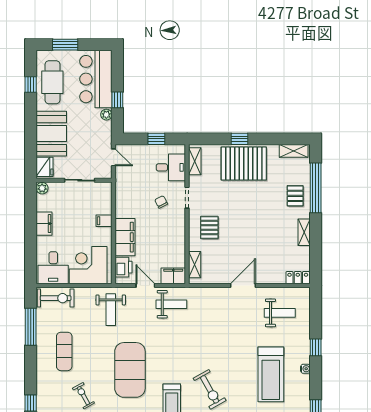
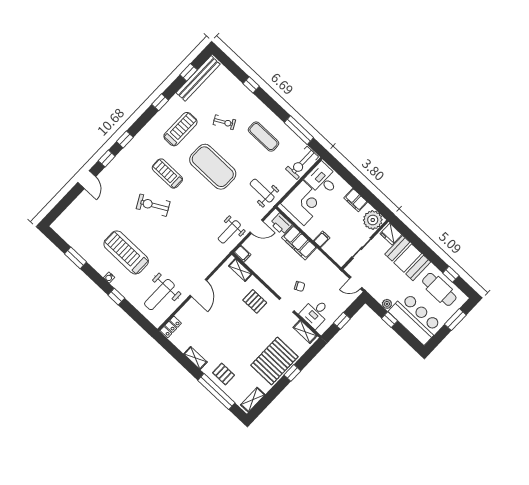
plant: (42, 188) -> (373, 220), width x1.87, depth x1.87
filing cabinet: (173, 276) -> (242, 254), width x0.50
weight bench: (280, 313) -> (159, 295), width x1.36, depth x1.33

